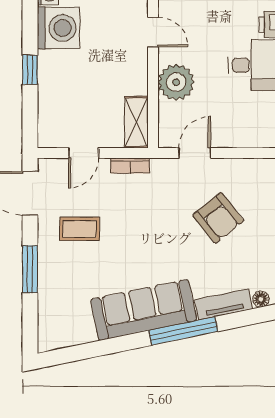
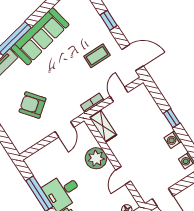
washing machine: (58, 28) -> (173, 140), width x0.53, depth x0.53
door: (153, 32) -> (123, 176), hinge flipped
window: (30, 269) -> (109, 20), width x0.67

